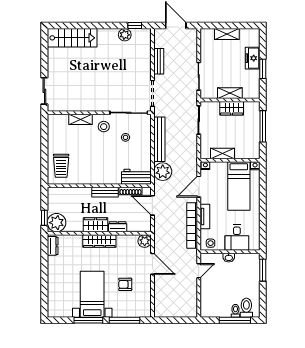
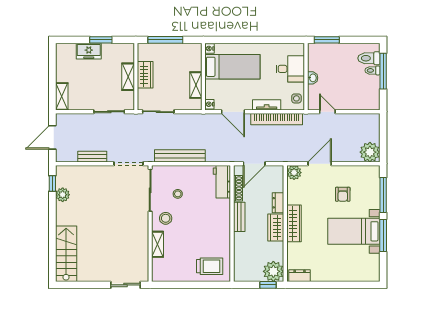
shelving: (227, 34) -> (62, 96), moved
plant: (163, 172) -> (370, 152), moved

